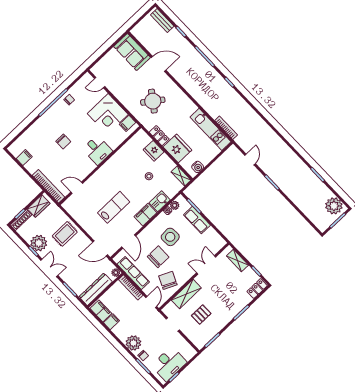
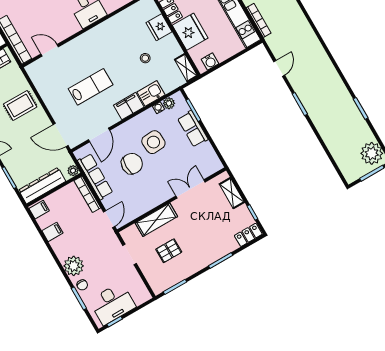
chair: (168, 280) -> (137, 197), removed
filing cabinet: (101, 311) -> (39, 210), width x0.50

